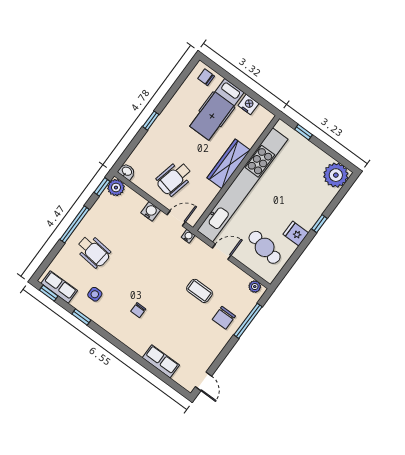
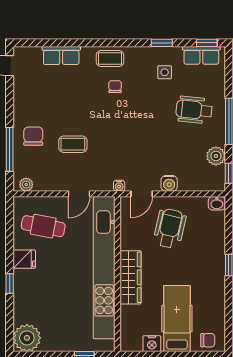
plant: (116, 188) -> (216, 156), moved
coffee table: (127, 333) -> (110, 58), added

